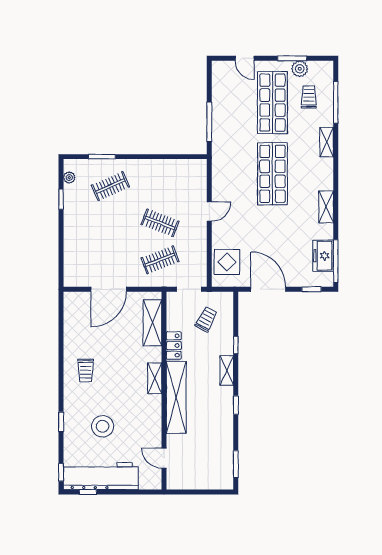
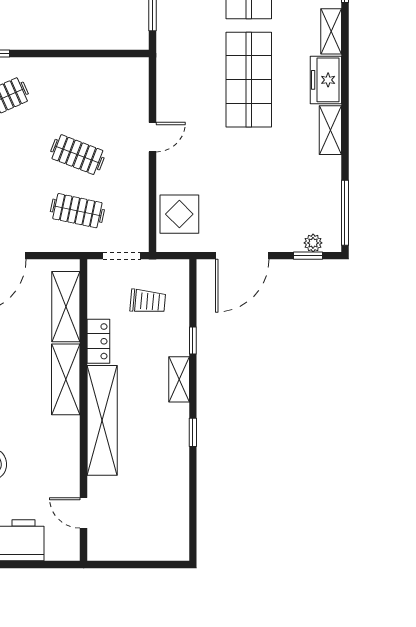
freezer: (323, 256) -> (326, 80), moved
clothes rail: (160, 260) -> (77, 211), turned 33
plant: (315, 281) -> (313, 243), added
door: (268, 289) -> (242, 256), swing flipped
trolley: (206, 319) -> (148, 301), turned 67
shelving: (155, 378) -> (66, 379), width x1.50, depth x1.33
window: (236, 464) -> (193, 522), removed

